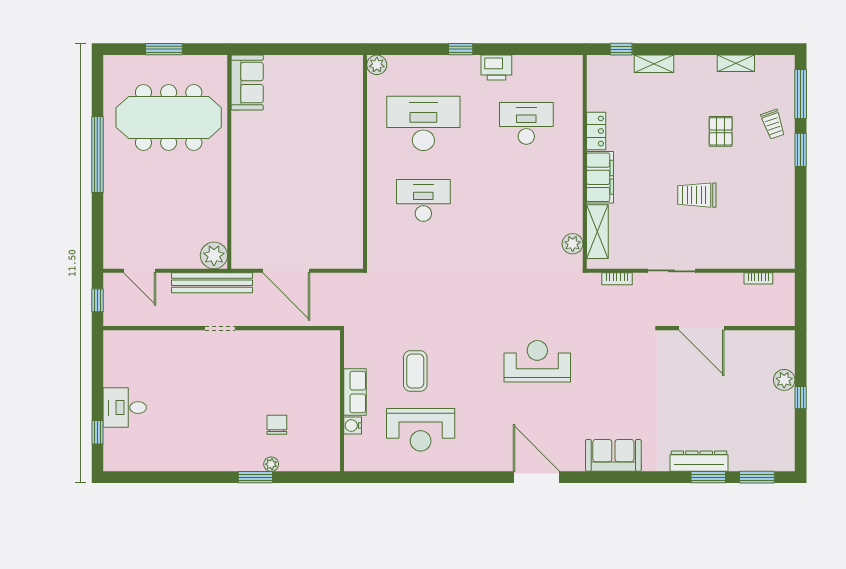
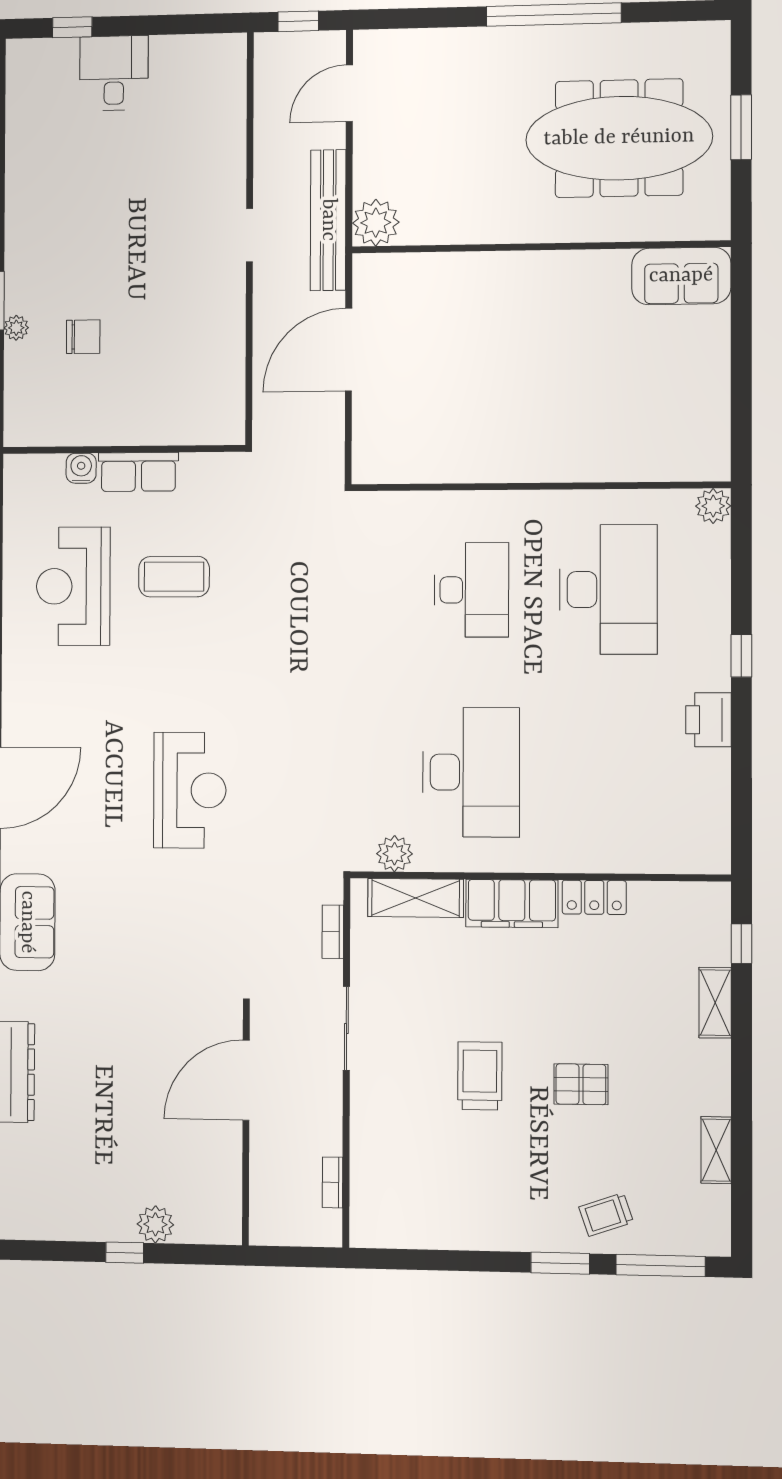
meeting table: (169, 117) -> (619, 138), turned 90
desk: (526, 123) -> (471, 772), moved, width x1.36, depth x1.30
pallet: (721, 131) -> (581, 1084), moved

